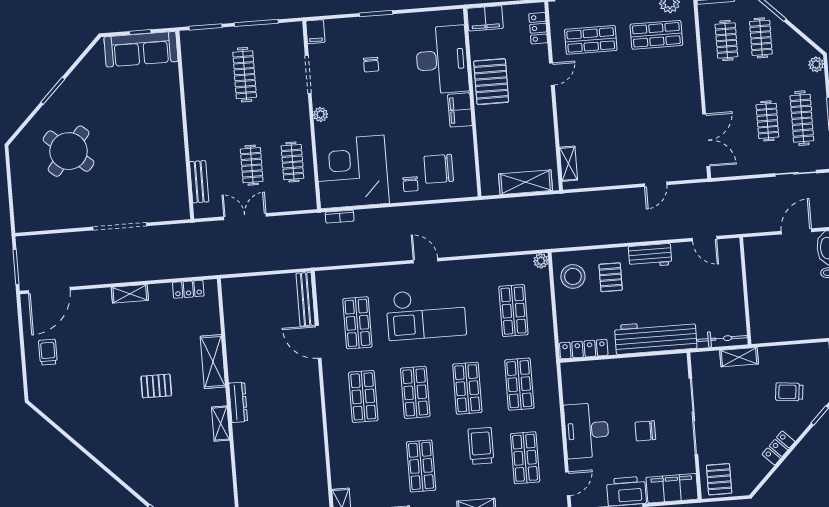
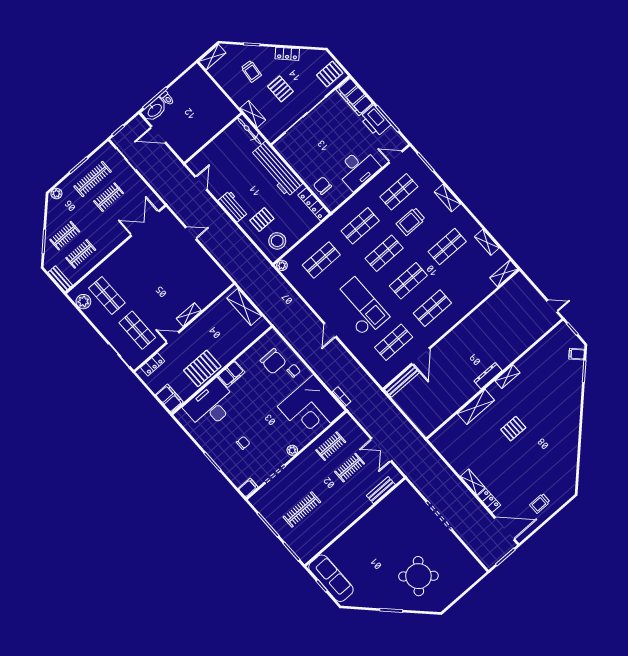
shelving: (568, 164) -> (189, 315), moved
locker: (188, 289) -> (489, 501), moved
pallet: (156, 386) -> (513, 429), turned 90
pallet: (744, 410) -> (280, 89), added
chair: (645, 431) -> (322, 186), moved, turned 180

